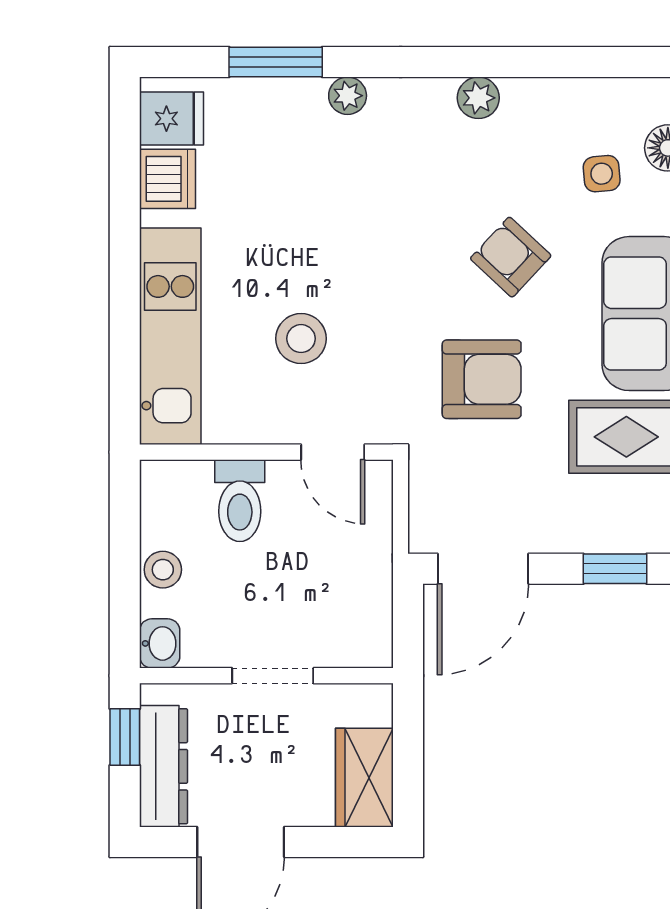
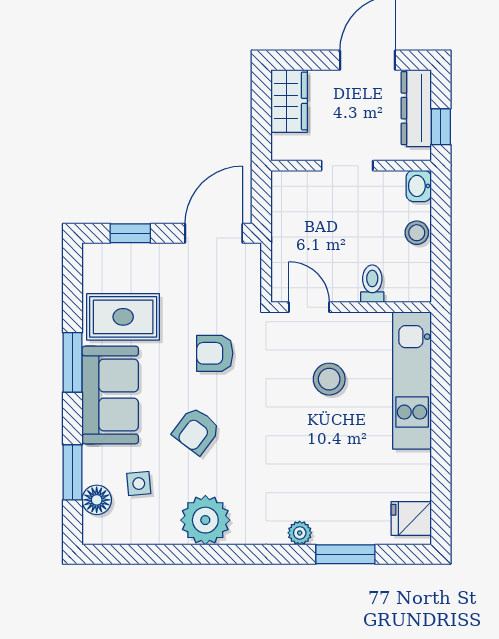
plant: (478, 98) -> (205, 520), width x1.88, depth x1.88
dishwasher: (167, 179) -> (414, 480), removed
armchair: (511, 257) -> (196, 431), turned 84
armchair: (482, 379) -> (215, 353), width x0.72, depth x0.72
toilet: (240, 501) -> (372, 284), width x0.73, depth x0.72

